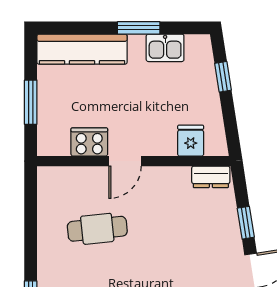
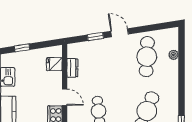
dresser: (211, 177) -> (72, 68), moved

